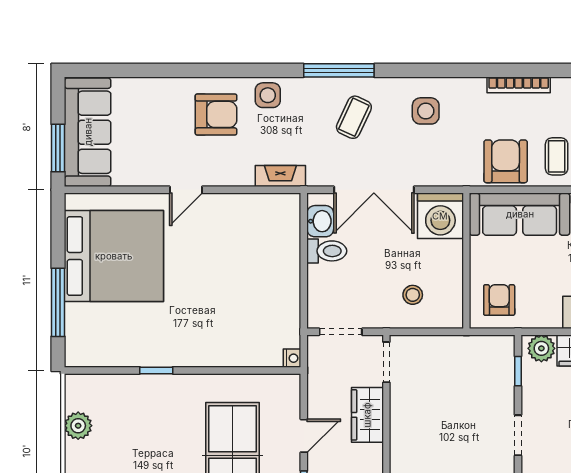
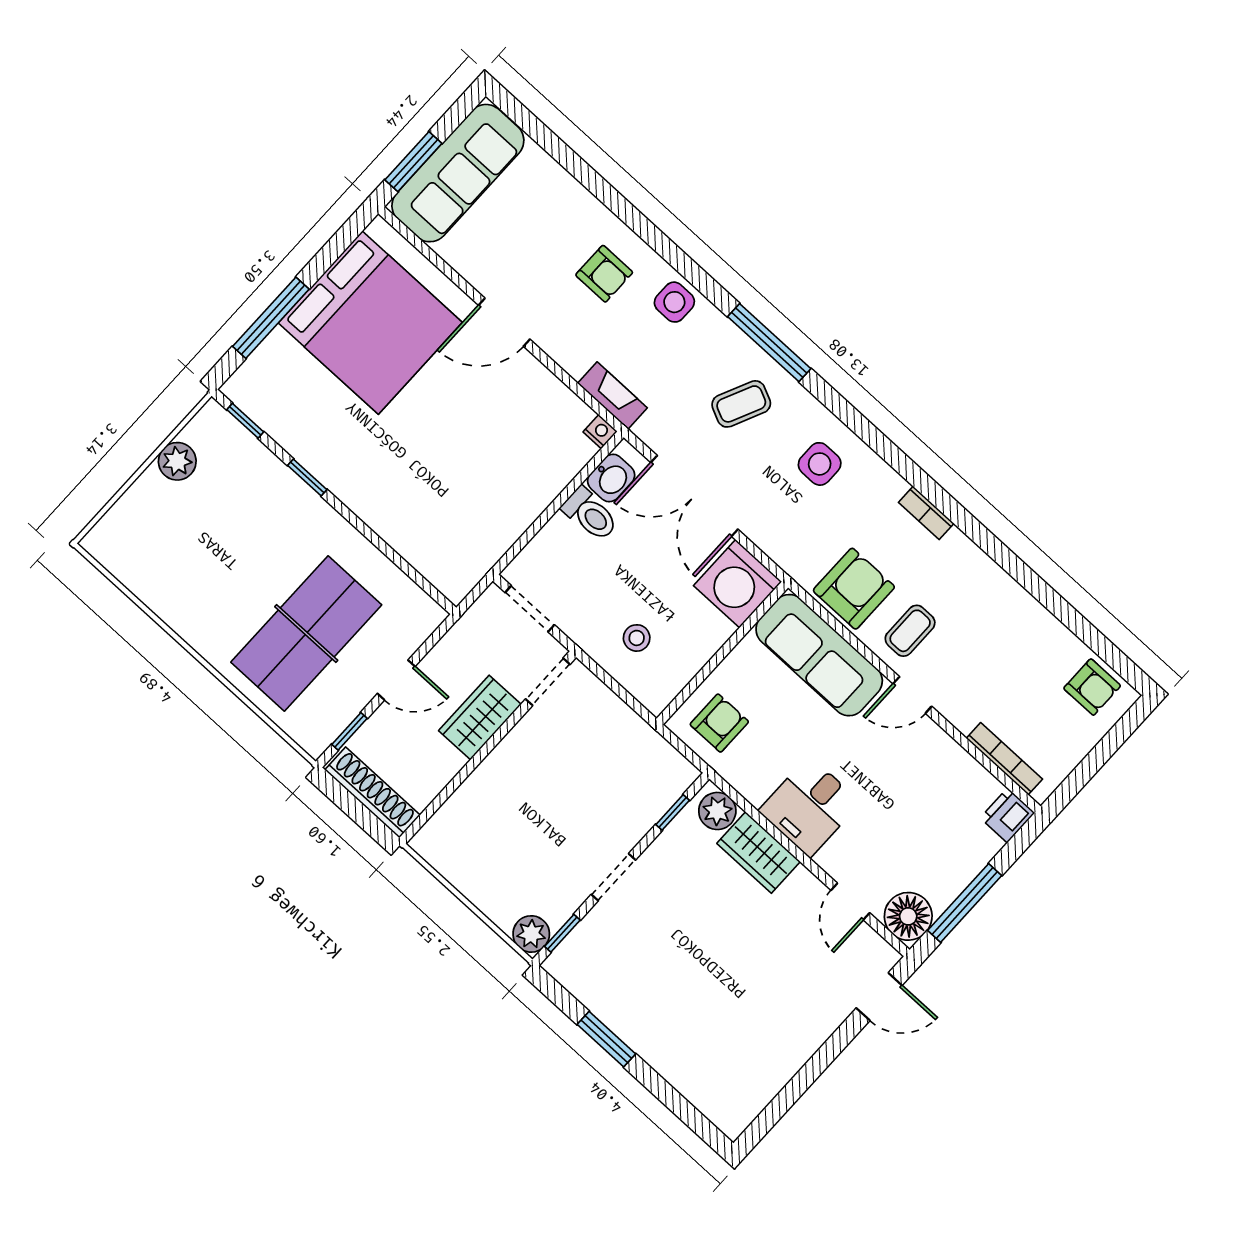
bookcase: (519, 85) -> (926, 513), width x0.64
armchair: (216, 114) -> (604, 274), width x0.72, depth x0.72
door: (186, 190) -> (504, 322), width x1.38
nightstand: (292, 358) -> (600, 432), moved, turned -90
window: (95, 370) -> (245, 421), added

